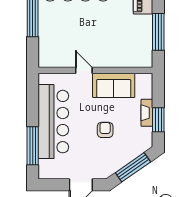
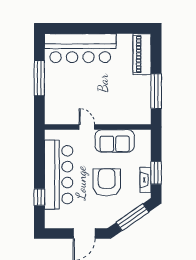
fireplace: (147, 113) -> (146, 180), moved
armchair: (105, 130) -> (107, 182), width x1.88, depth x1.88
window: (33, 146) -> (39, 197), width x0.46

